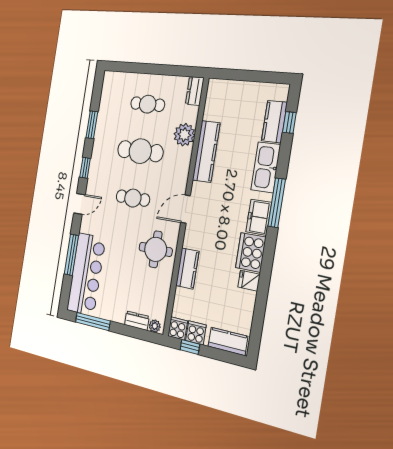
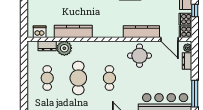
dresser: (195, 91) -> (47, 46), moved
dishwasher: (214, 98) -> (40, 32), added
door: (186, 209) -> (169, 39), moved
kitchen counter: (187, 268) -> (141, 32), width x1.50
window: (190, 347) -> (195, 11), moved

